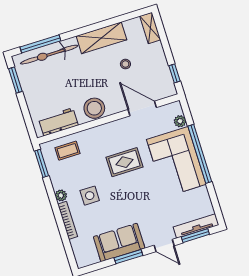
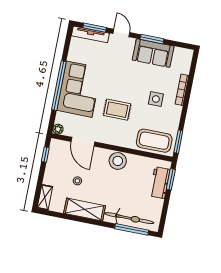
window: (15, 80) -> (171, 179), moved
plant: (180, 121) -> (58, 129), moved
workbench: (58, 122) -> (160, 183), moved, turned 90
coffee table: (67, 151) -> (154, 141), width x1.86, depth x1.72
plant: (61, 195) -> (177, 111), removed

